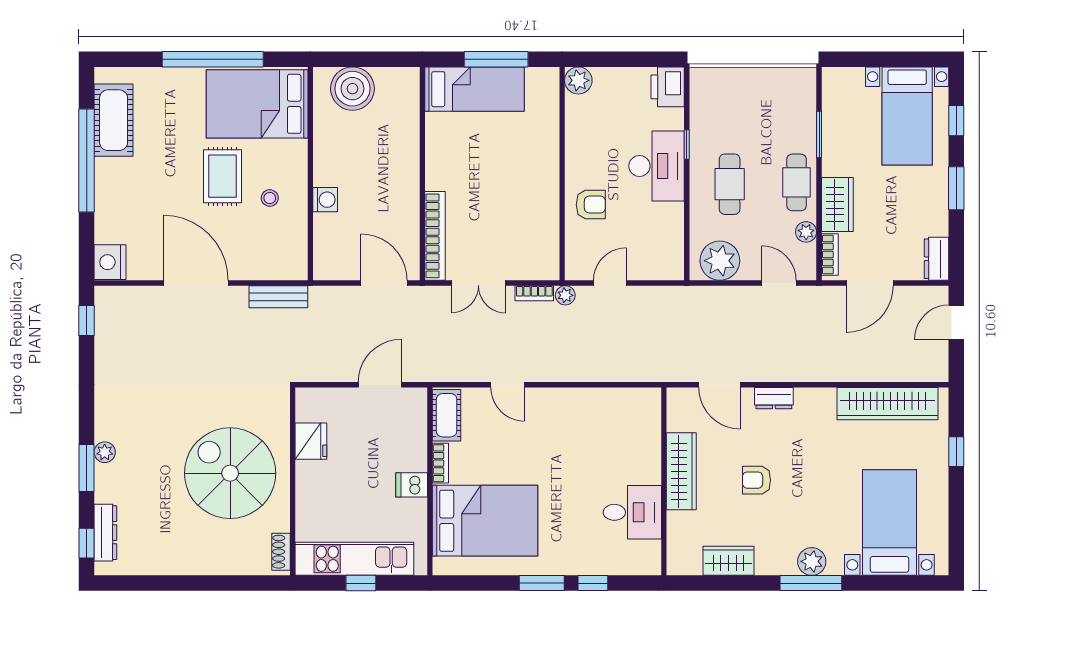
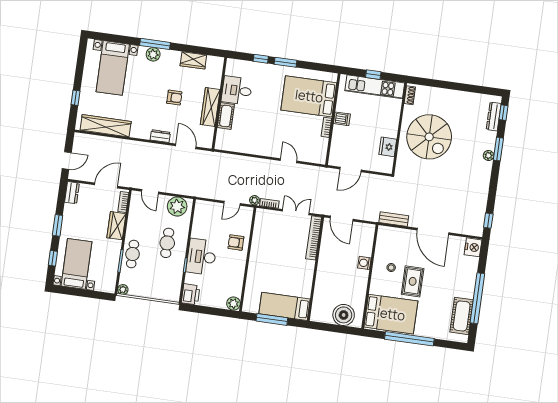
cafe table: (797, 182) -> (133, 254), moved
plant: (806, 232) -> (123, 290), moved
cot: (447, 415) -> (226, 116), moved

